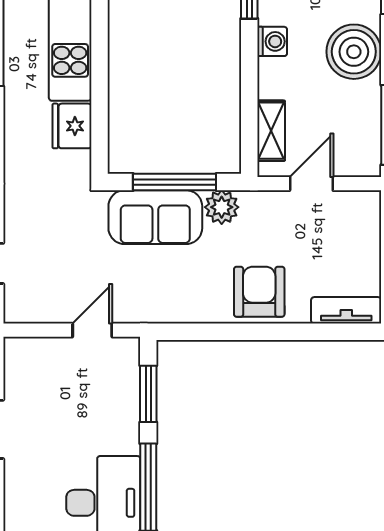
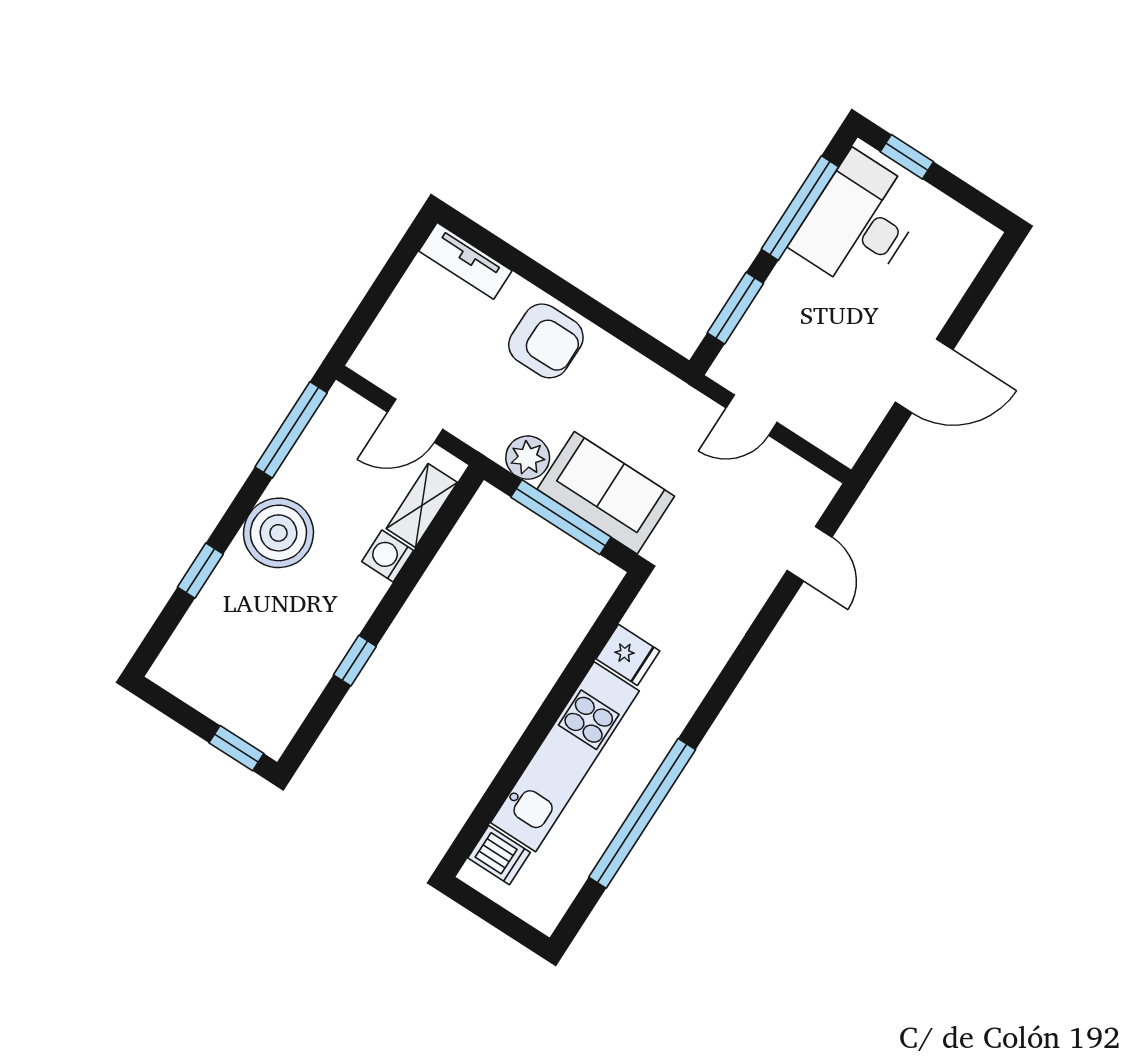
washing machine: (272, 41) -> (388, 556), moved
fridge: (72, 126) -> (628, 655), width x0.72
armchair: (259, 292) -> (546, 341), turned -90

